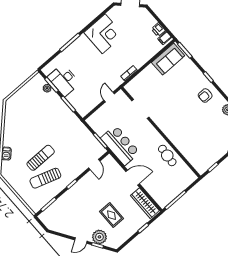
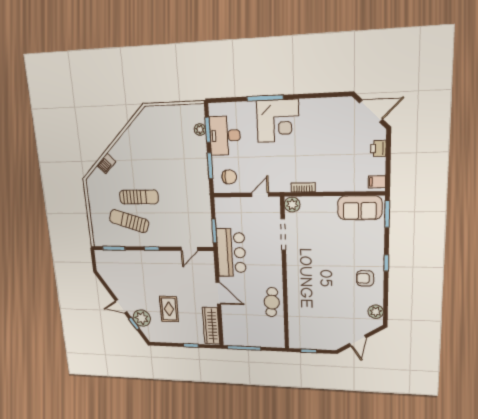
printer: (158, 30) -> (378, 148), moved
corner desk: (104, 34) -> (278, 121), moved
plant: (131, 88) -> (292, 205), added
chair: (84, 101) -> (229, 177), added

